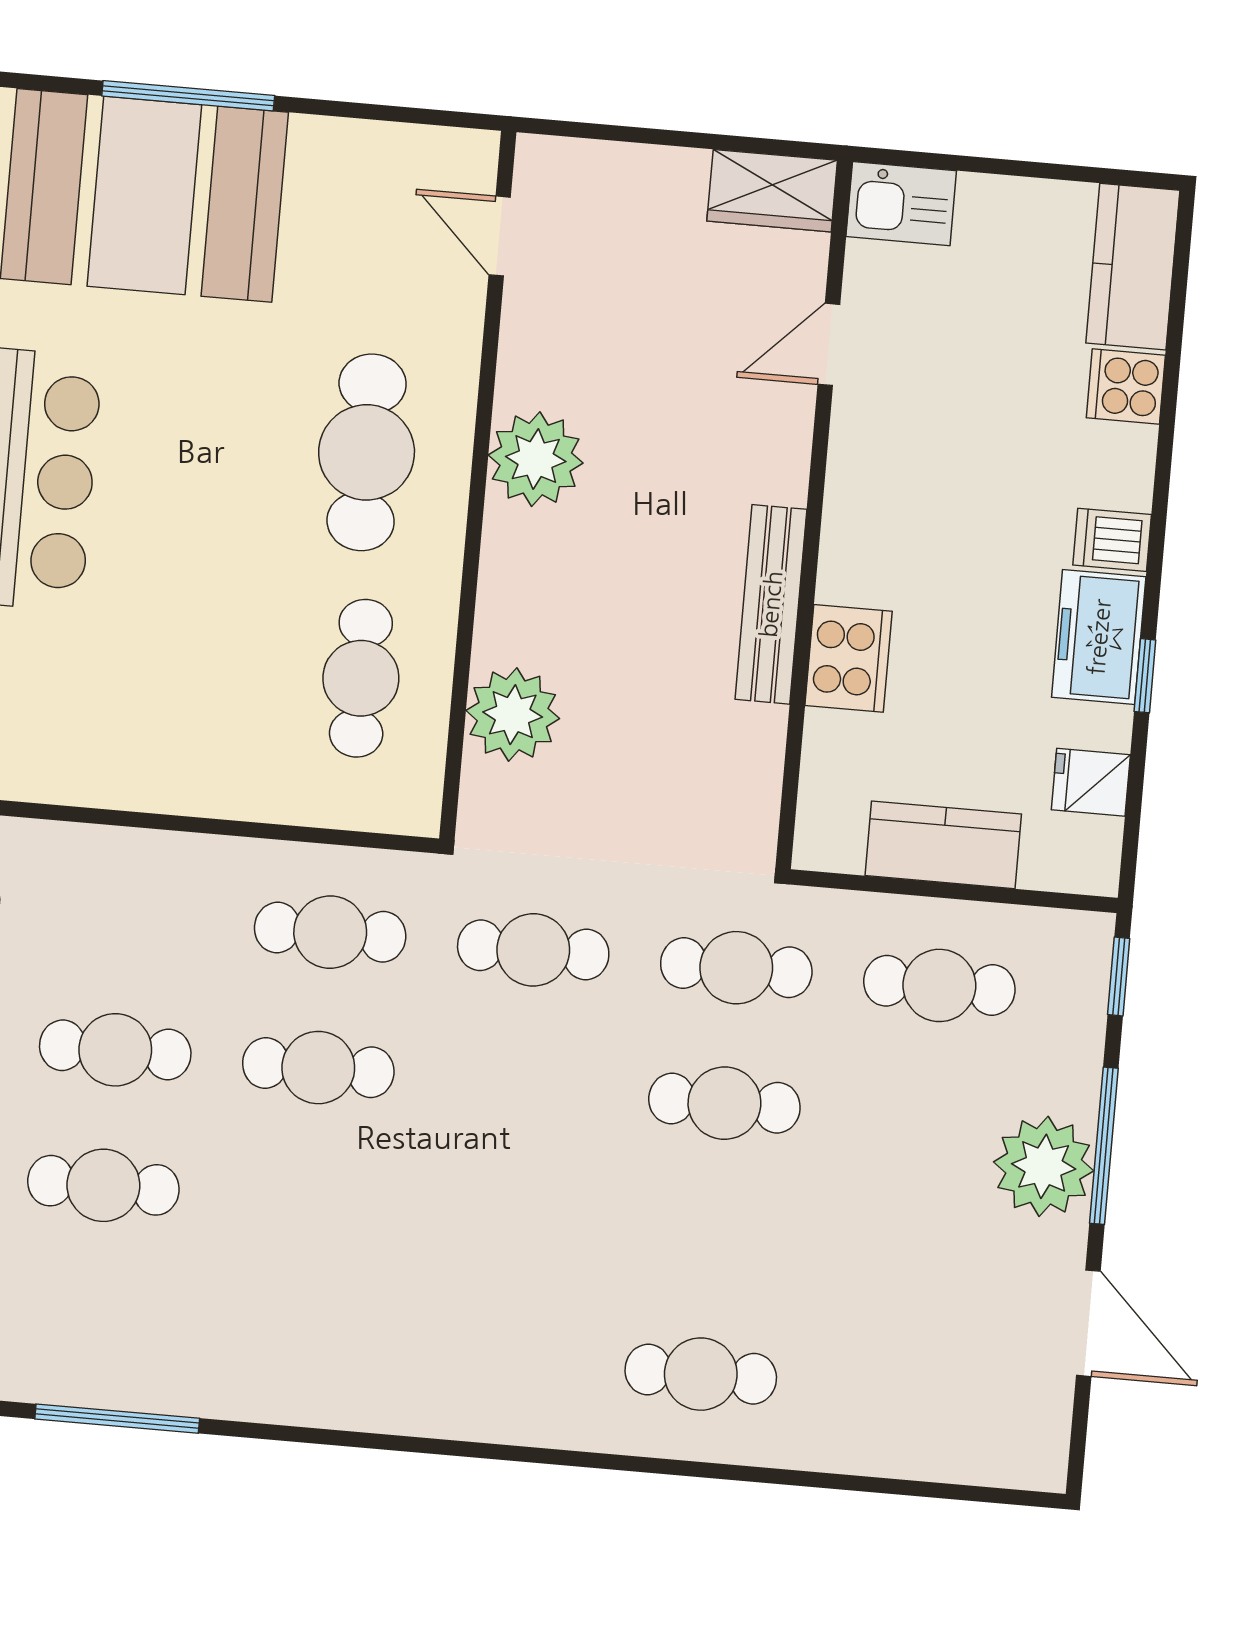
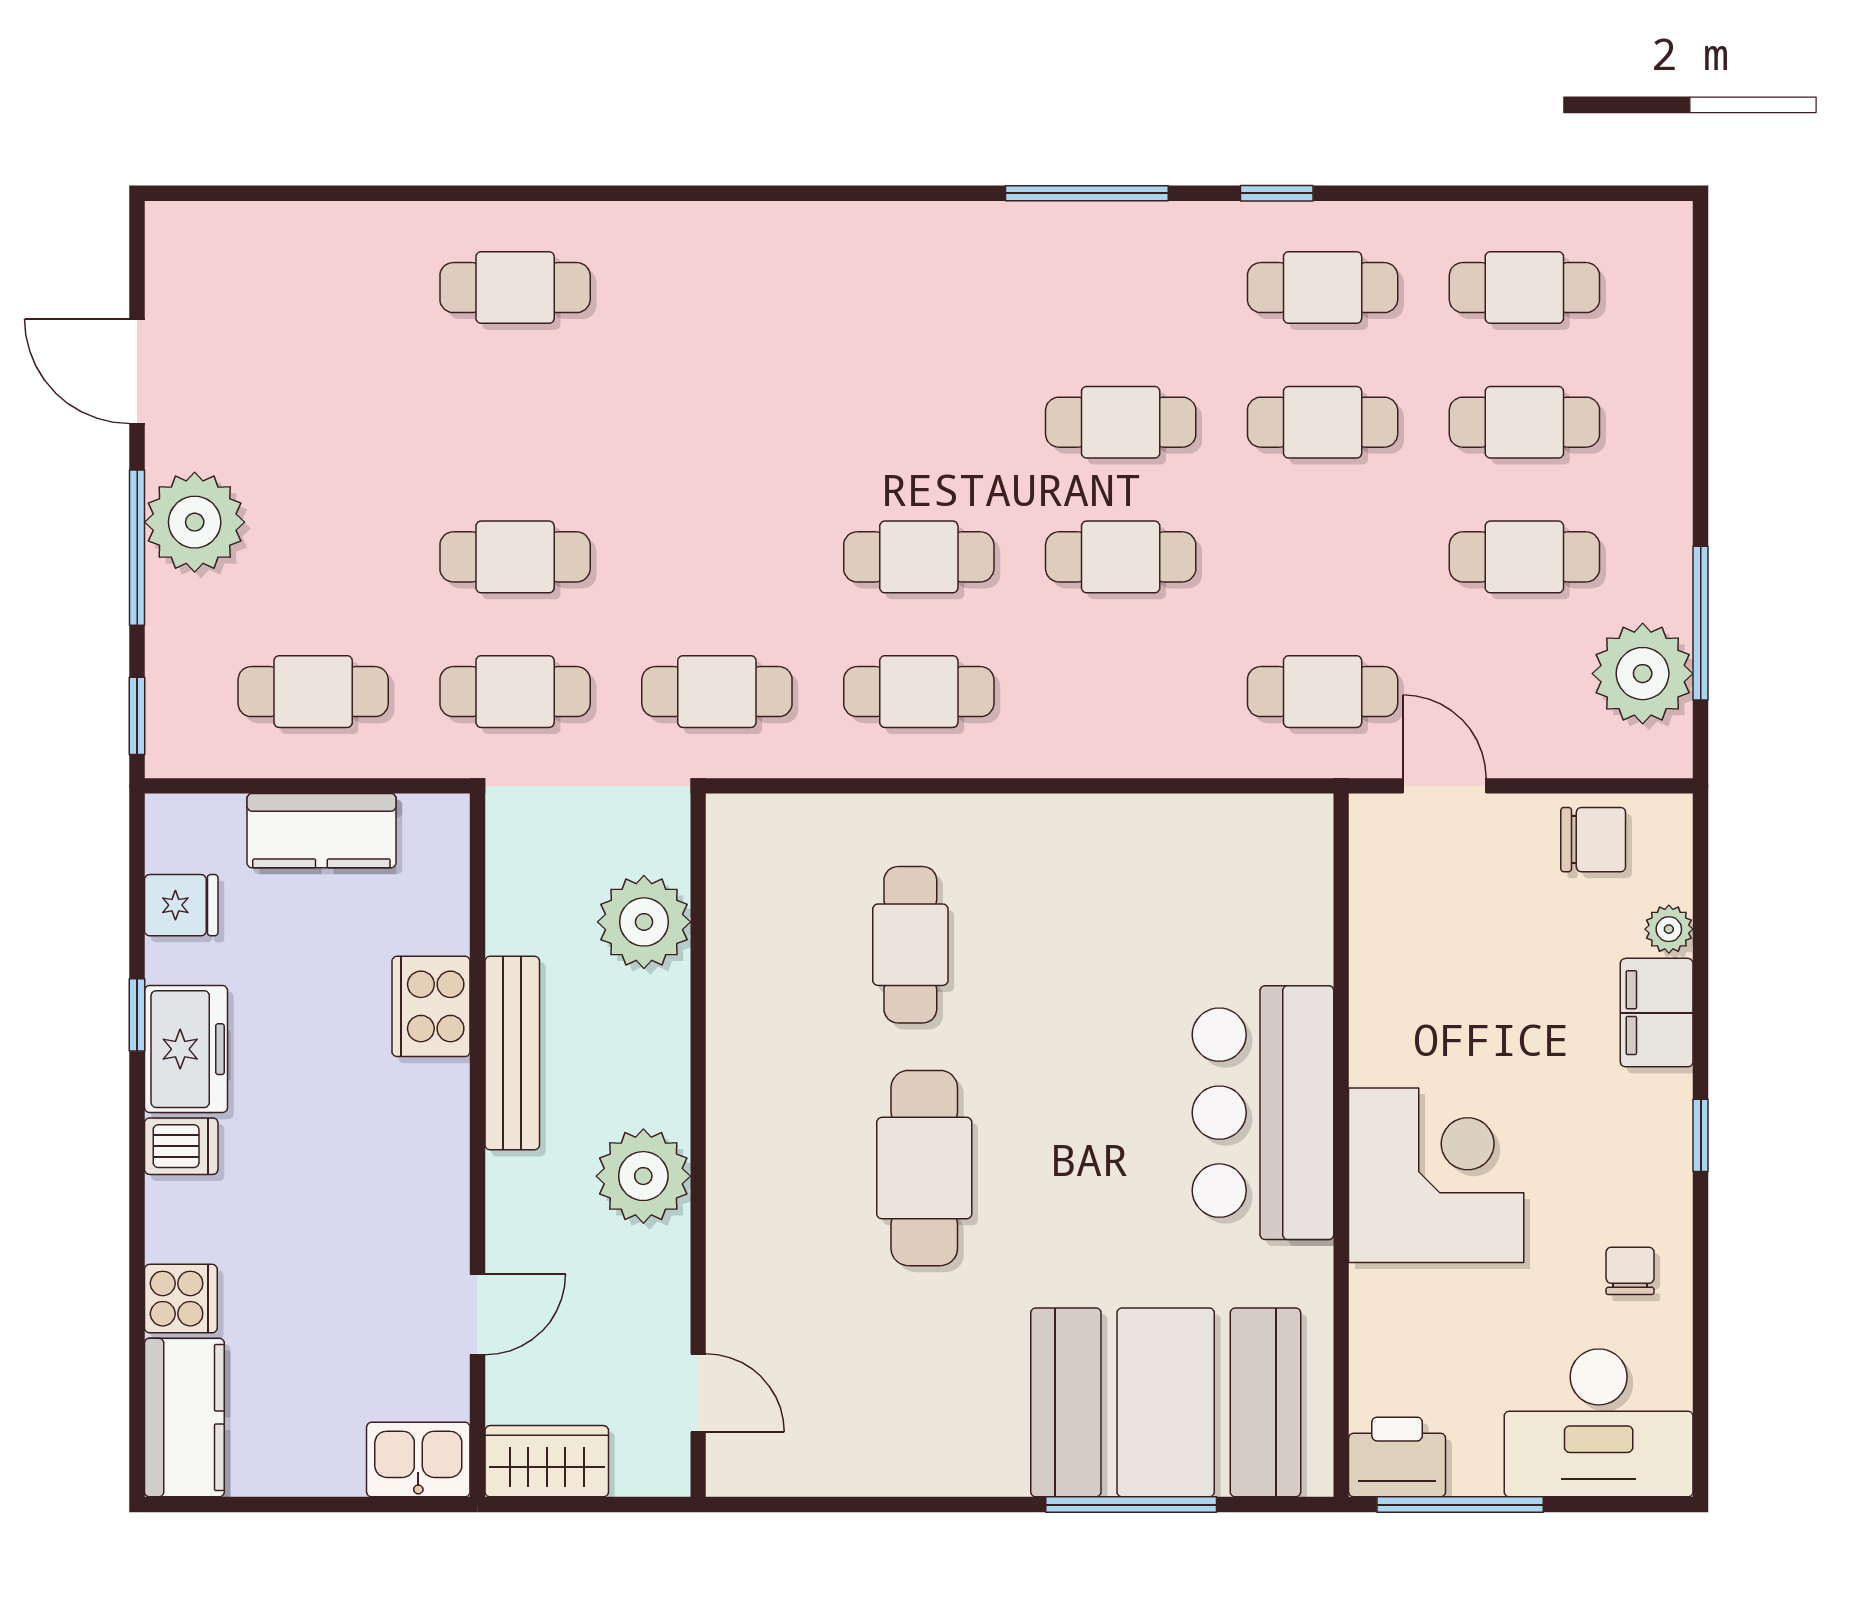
door: (500, 236) -> (698, 1393), moved
plant: (536, 459) -> (643, 1176), moved
wall: (478, 485) -> (698, 1145), moved
plant: (513, 715) -> (644, 922), moved

